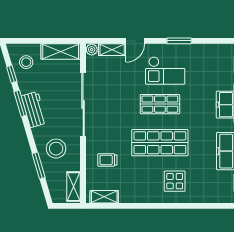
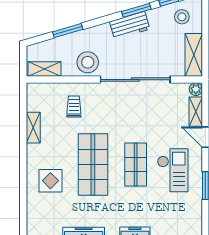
checkout: (165, 71) -> (173, 170), turned 180
stool: (56, 149) -> (88, 62), moved
shelving: (104, 197) -> (33, 128), moved

